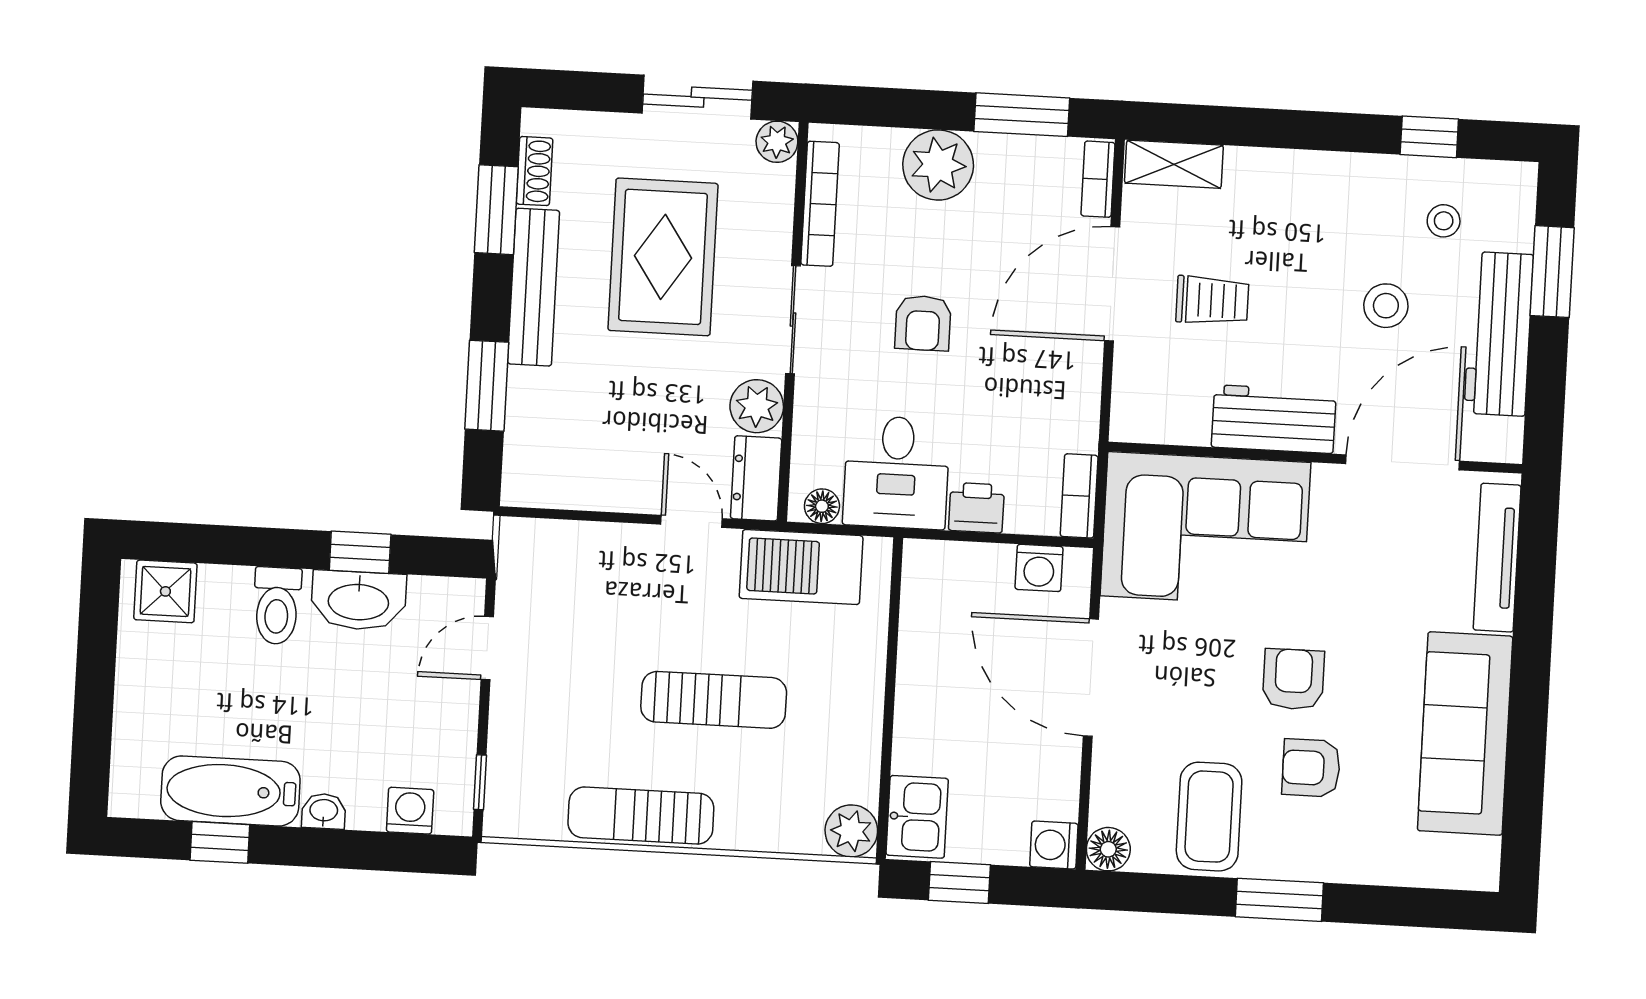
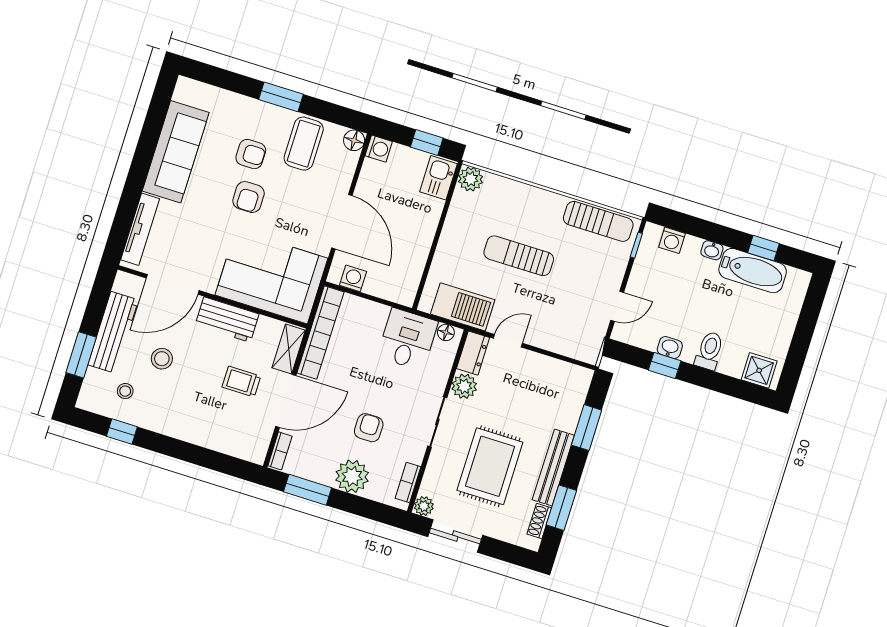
shelving: (1174, 164) -> (289, 349), moved, turned 90
bookcase: (820, 204) -> (408, 482), width x0.64
armchair: (923, 323) -> (369, 428), moved
bookcase: (1079, 496) -> (320, 332), width x2.31, depth x1.31
printer: (976, 508) -> (375, 314), removed
door: (691, 521) -> (508, 341), swing flipped
washbasin: (358, 600) -> (670, 348), width x0.52, depth x0.69
sun lounger: (641, 816) -> (598, 221), moved

